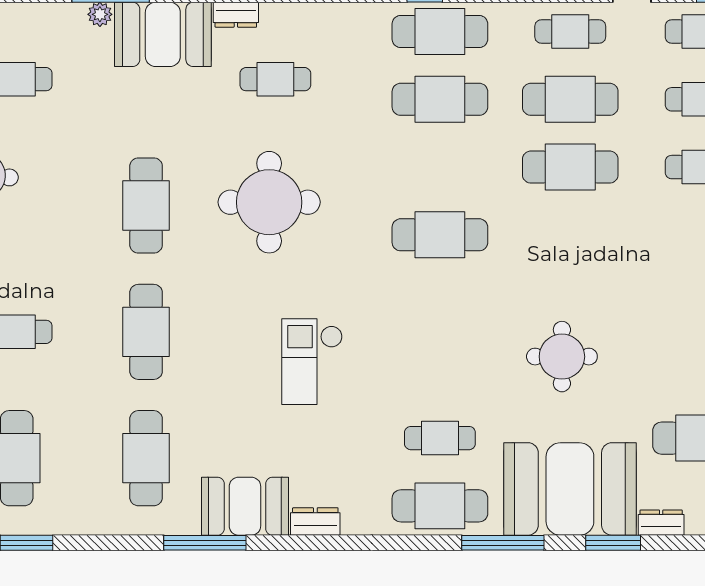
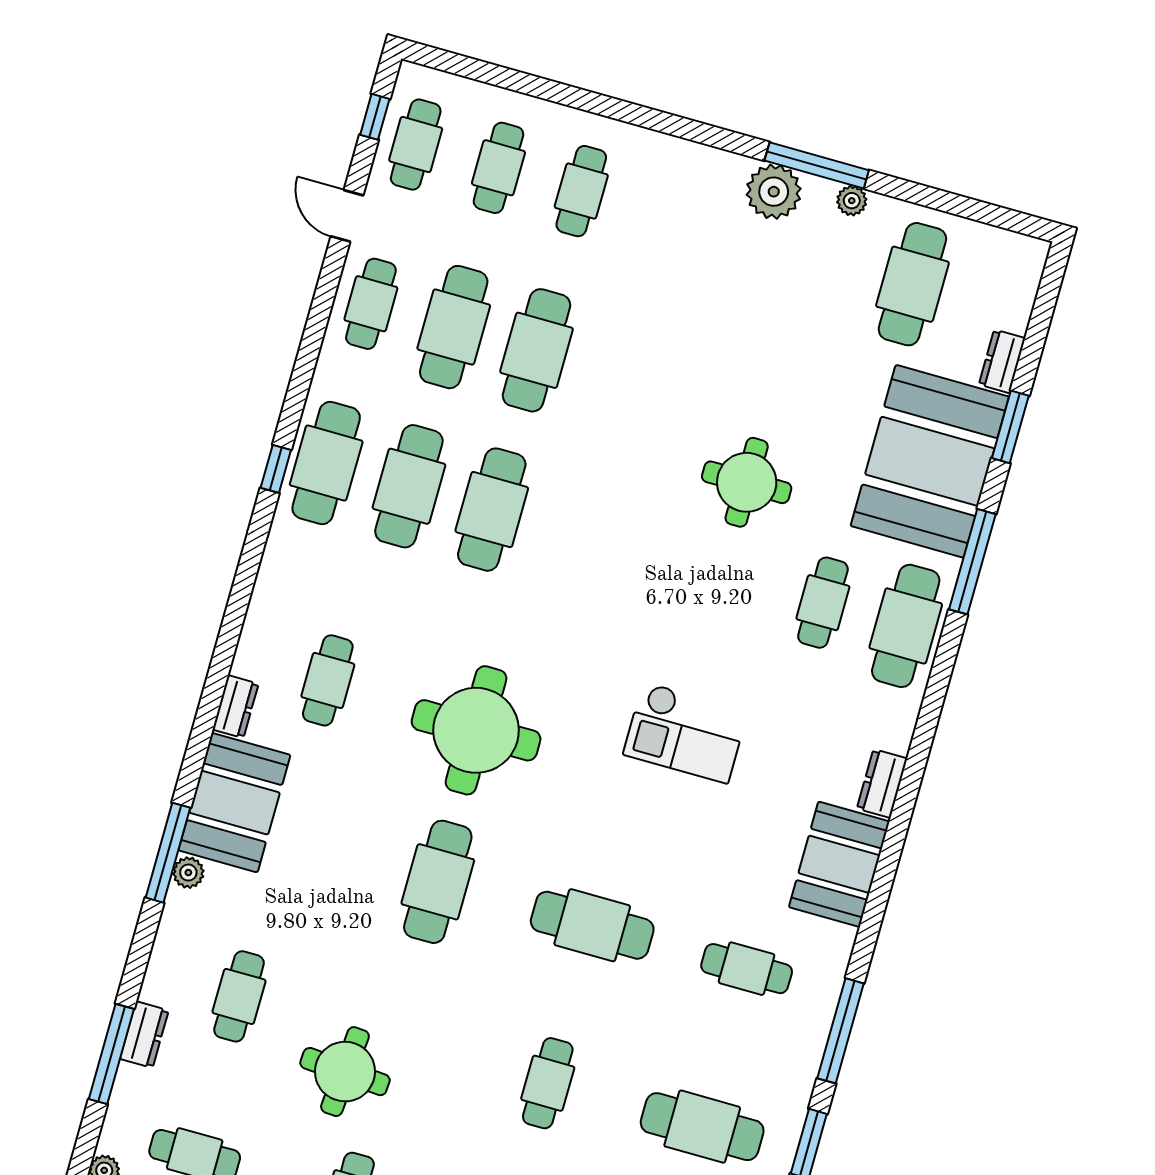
cafe table: (146, 206) -> (438, 882), turned 90
cafe table: (440, 235) -> (492, 510), moved
round table: (562, 357) -> (747, 482), moved
cafe table: (146, 458) -> (747, 969), width x0.73, depth x0.74
window: (205, 543) -> (841, 1031), moved

